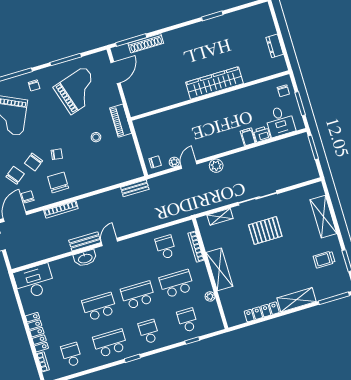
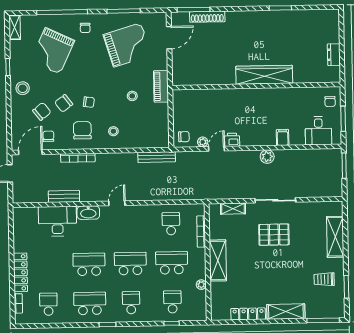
printer: (262, 134) -> (232, 140), moved
plant: (216, 166) -> (267, 157), moved
stool: (87, 175) -> (113, 131), added
bench: (135, 188) -> (157, 157), width x1.36
bench: (85, 241) -> (64, 196), moved
desk: (34, 282) -> (57, 221), moved

